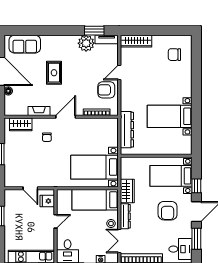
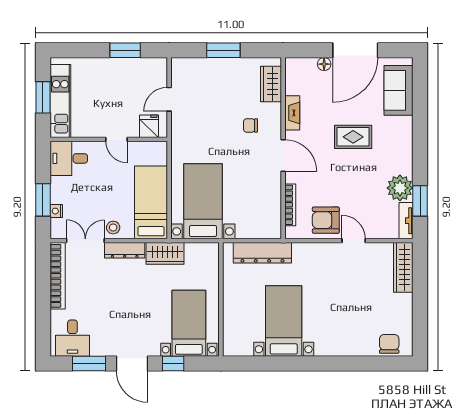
chair: (174, 55) -> (389, 344), moved
armchair: (106, 90) -> (326, 220), turned -90
armchair: (168, 211) -> (134, 318), removed

